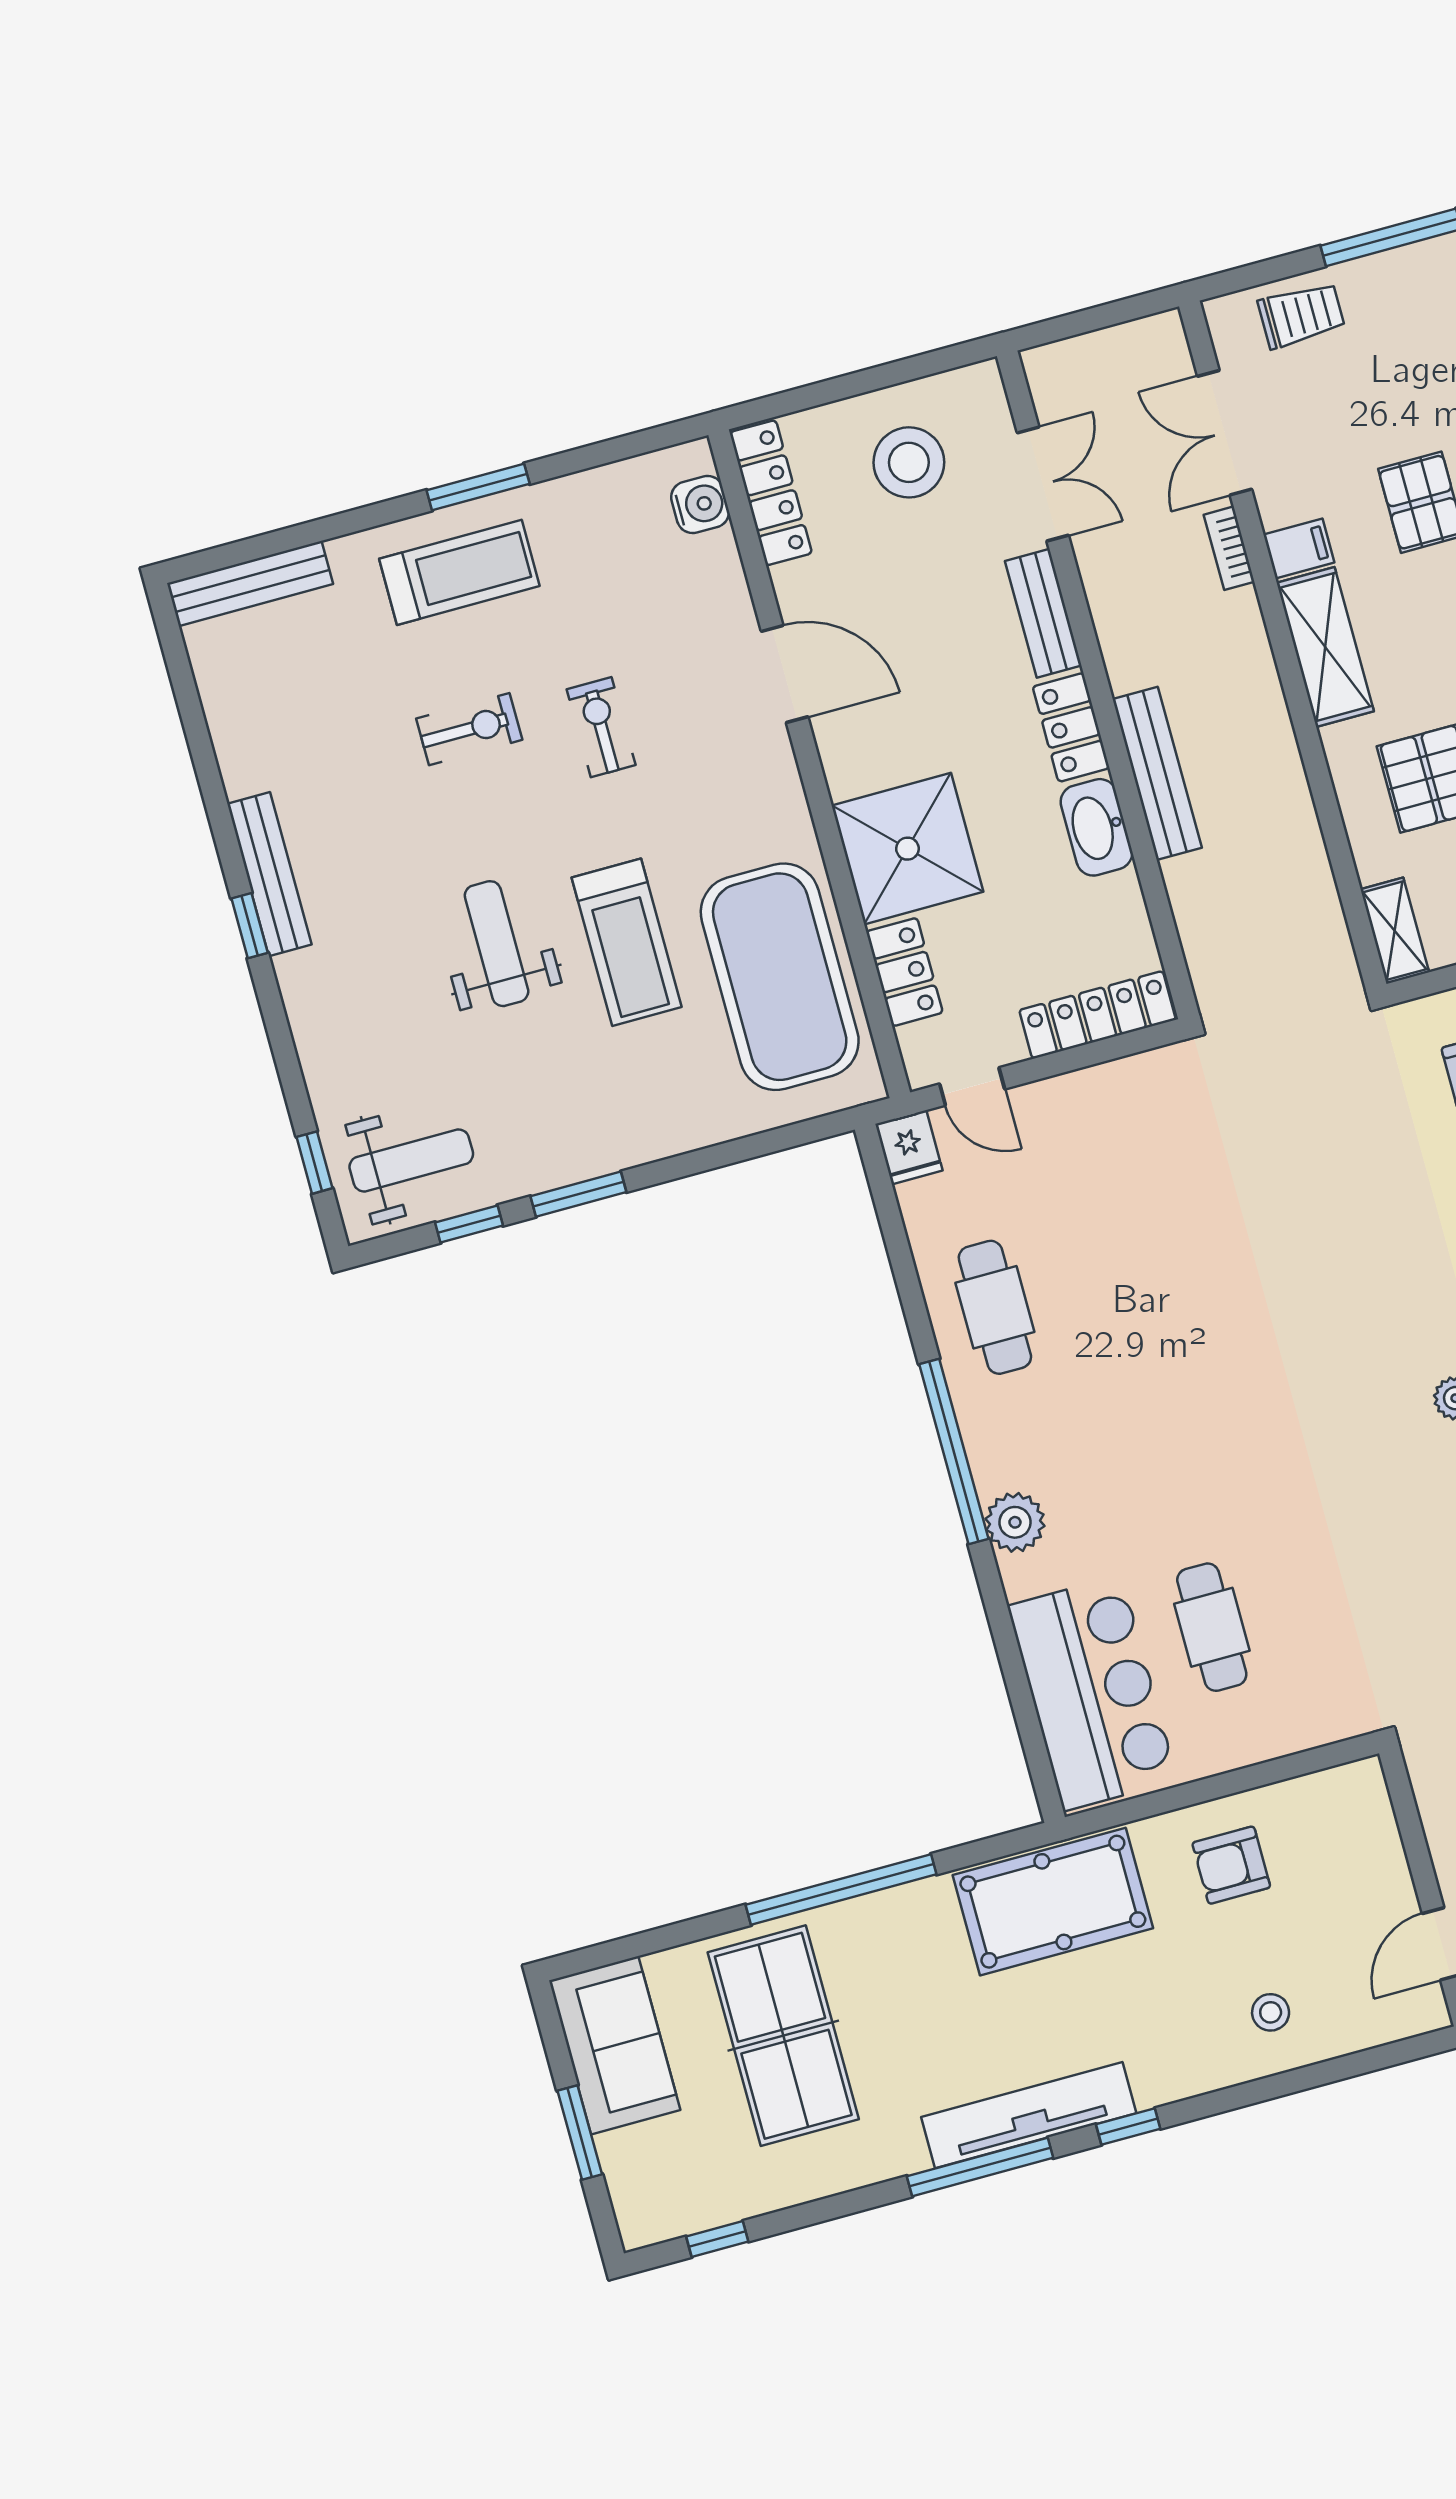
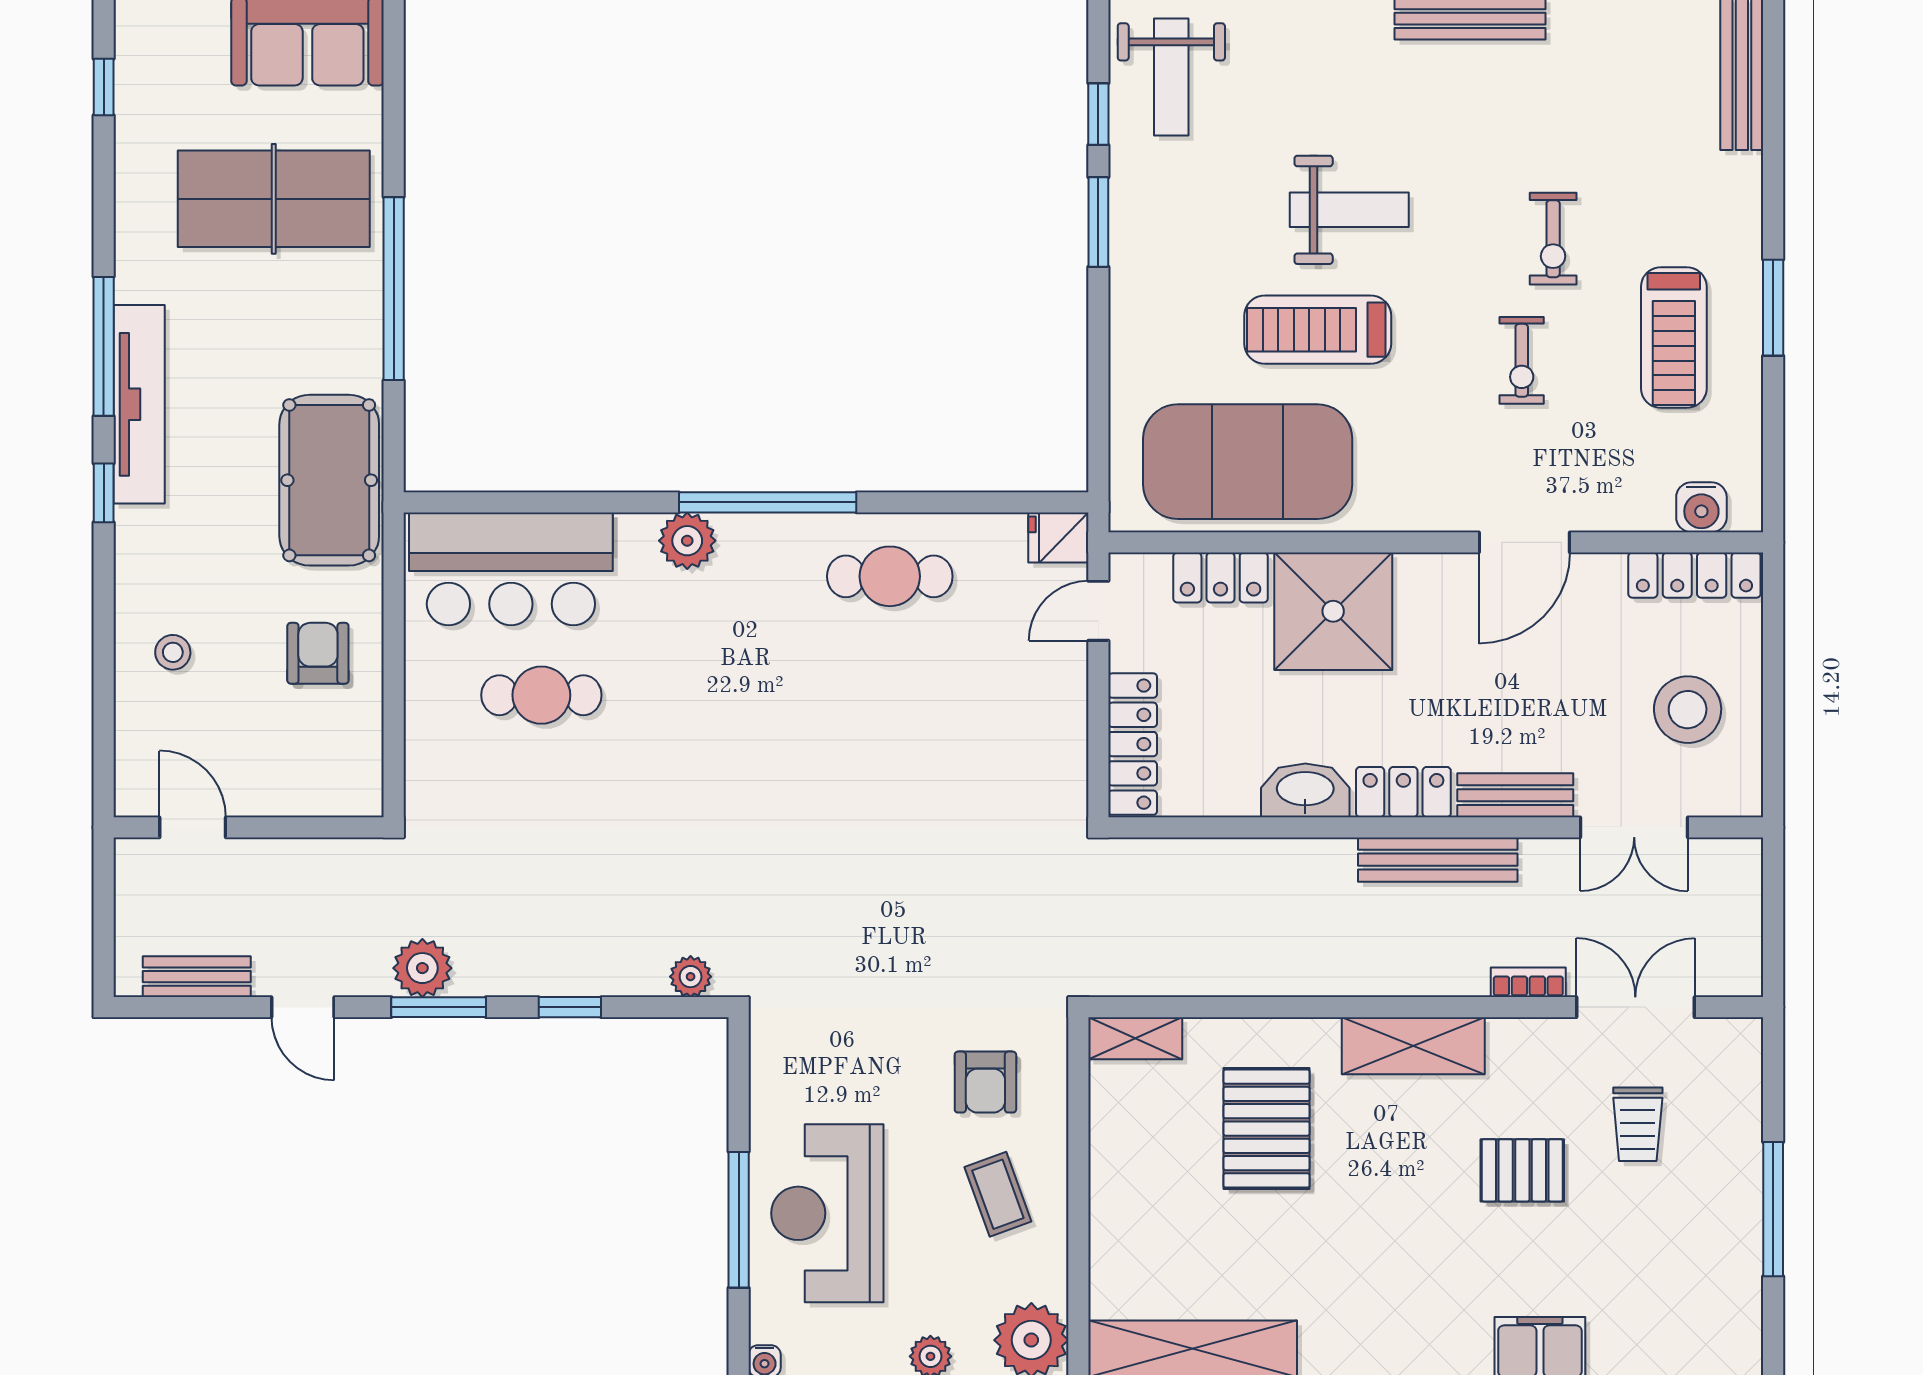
trolley: (1301, 315) -> (1638, 1124), moved
filing cabinet: (1299, 549) -> (1510, 1046), removed
treadmill: (459, 572) -> (1674, 338), moved
exercise bike: (601, 727) -> (1522, 360), turned 90
bench: (1157, 773) -> (1438, 860), moved

